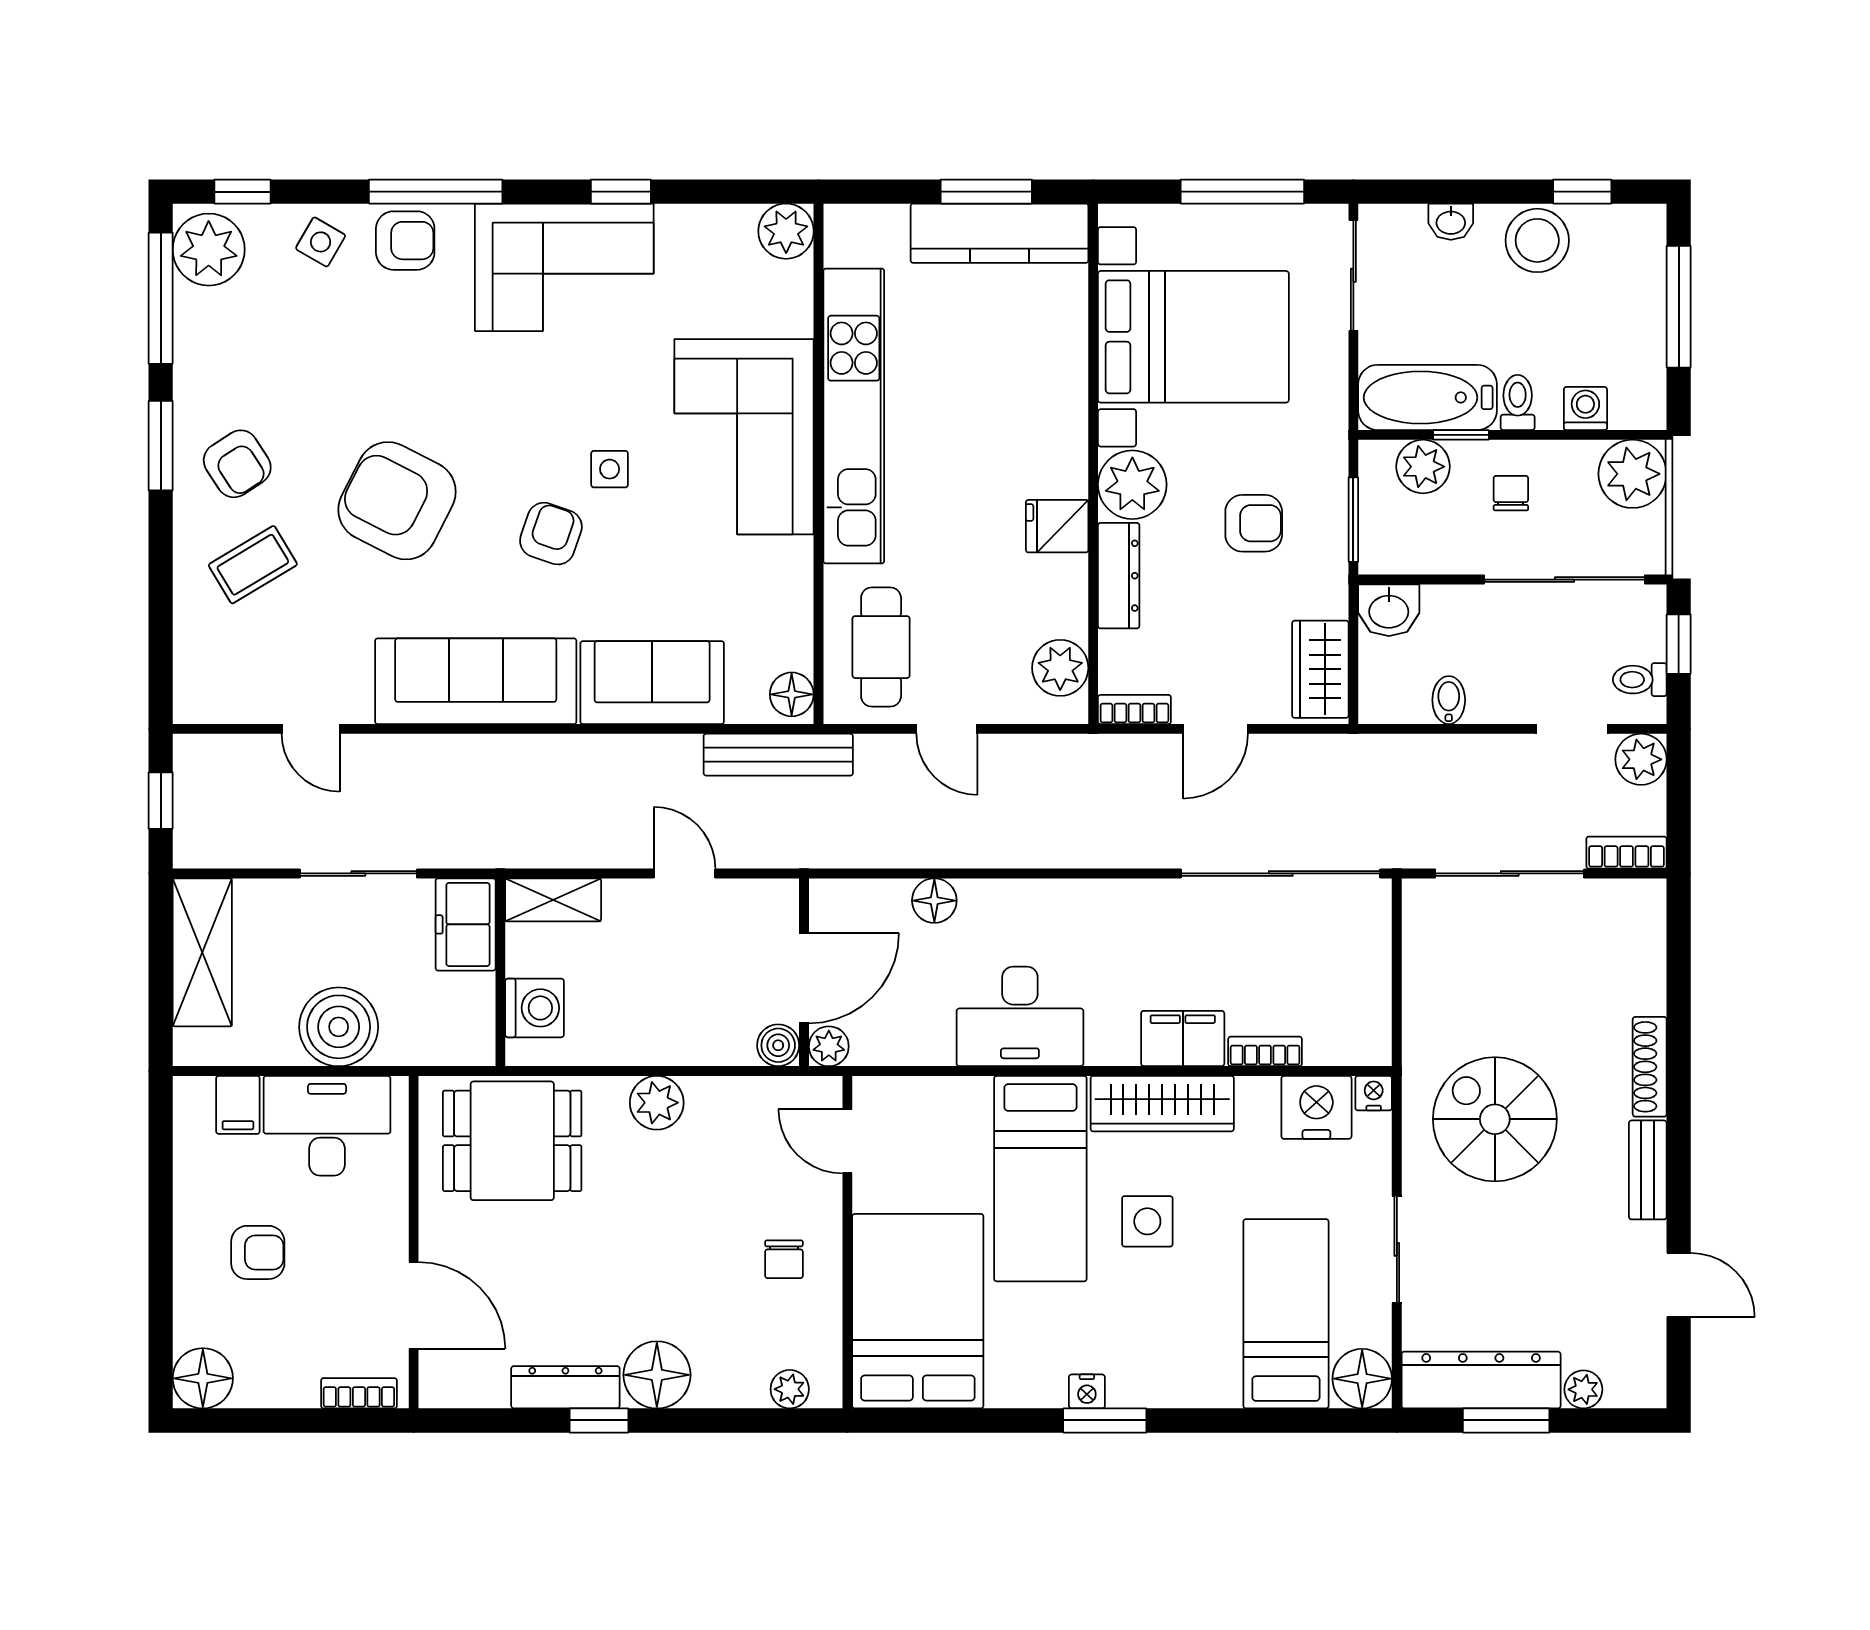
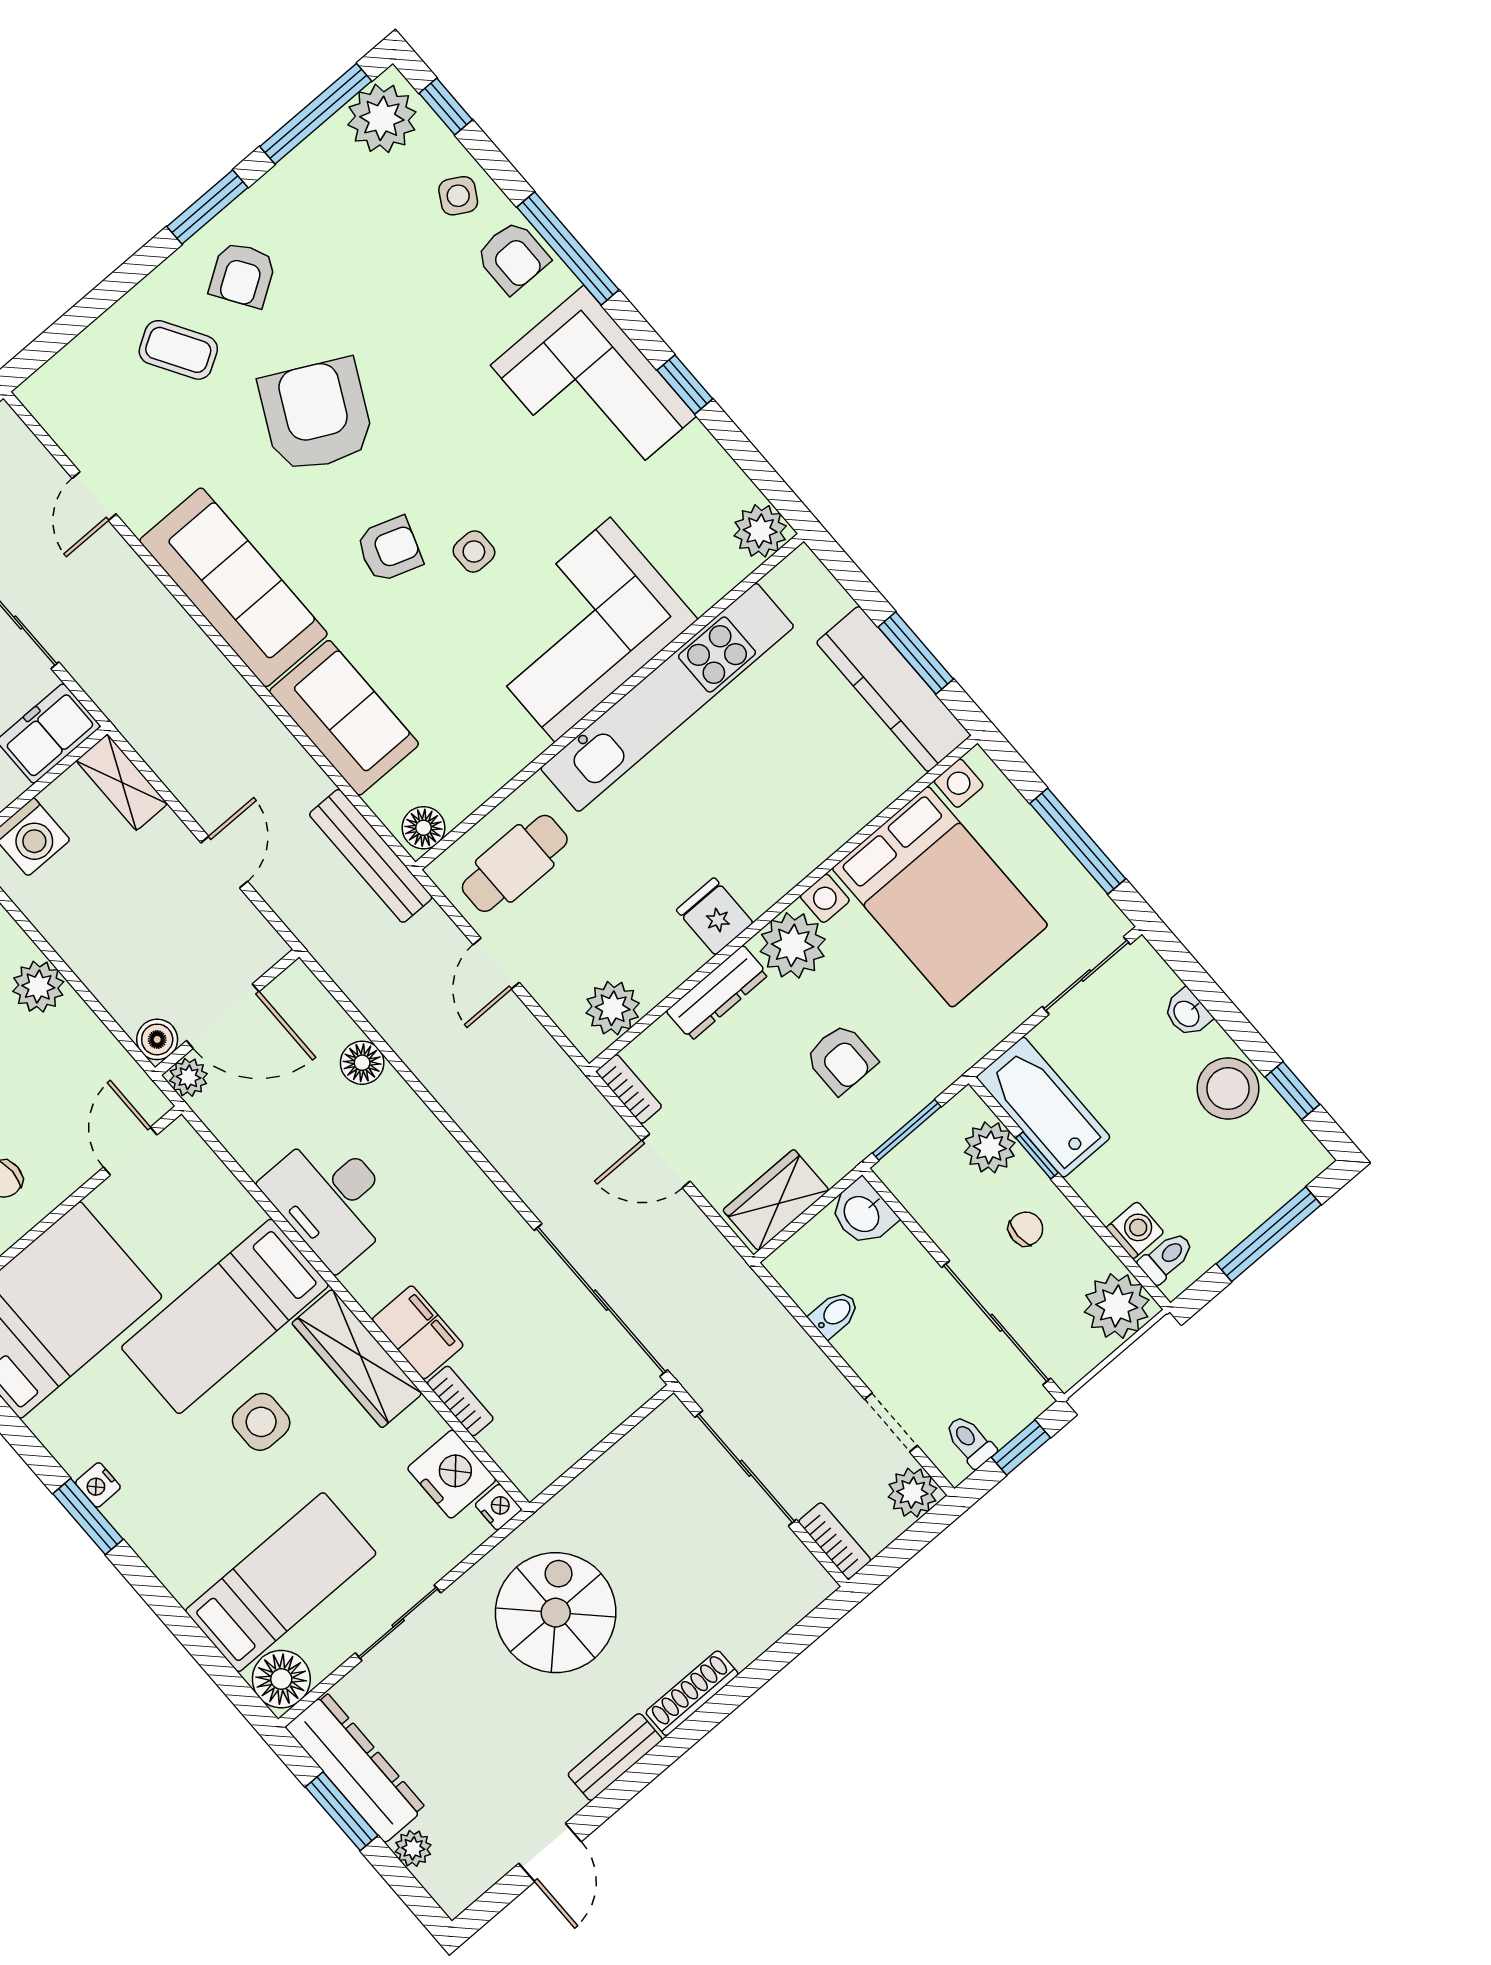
toilet: (1518, 402) -> (1166, 1257), moved

